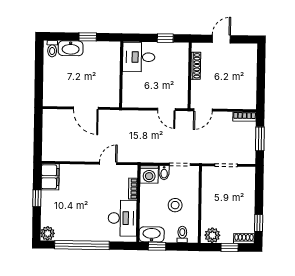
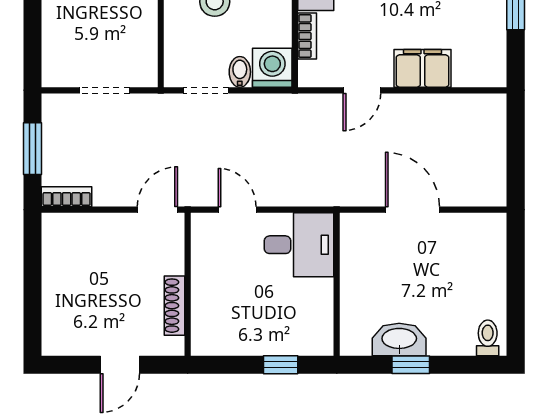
window: (165, 38) -> (281, 365), moved
washbasin: (71, 48) -> (399, 339), moved
desk: (139, 57) -> (299, 245), moved
filing cabinet: (50, 177) -> (422, 68), moved, turned 90

